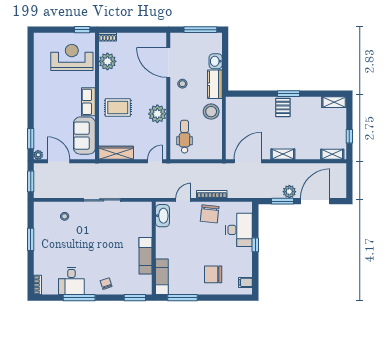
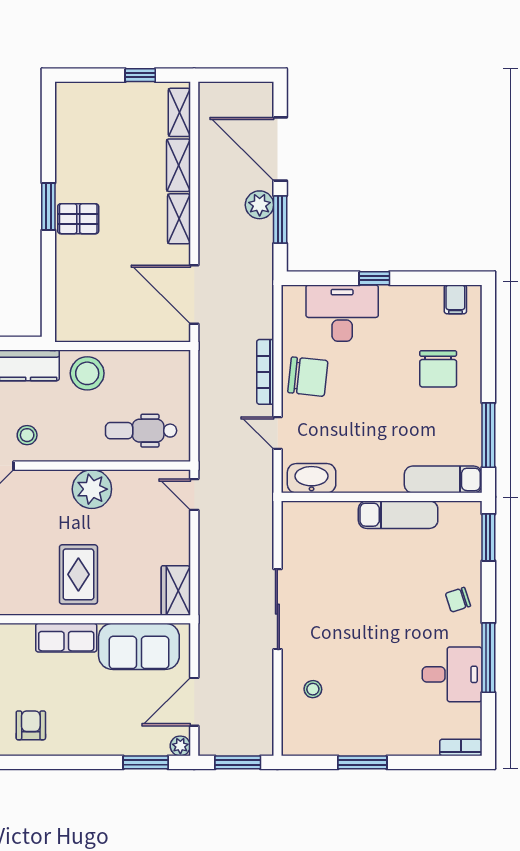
armchair: (48, 85) -> (31, 725), added
shelving: (334, 102) -> (178, 165), moved
wardrobe: (116, 153) -> (176, 590), width x0.67

